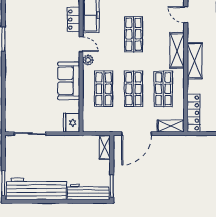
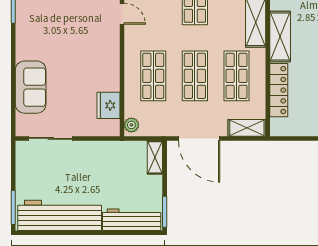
plant: (88, 60) -> (131, 125), moved
sofa: (69, 81) -> (31, 87), moved, turned 180
locker: (194, 113) -> (279, 90), moved
fridge: (71, 123) -> (108, 105), moved
door: (137, 134) -> (199, 138), hinge flipped

